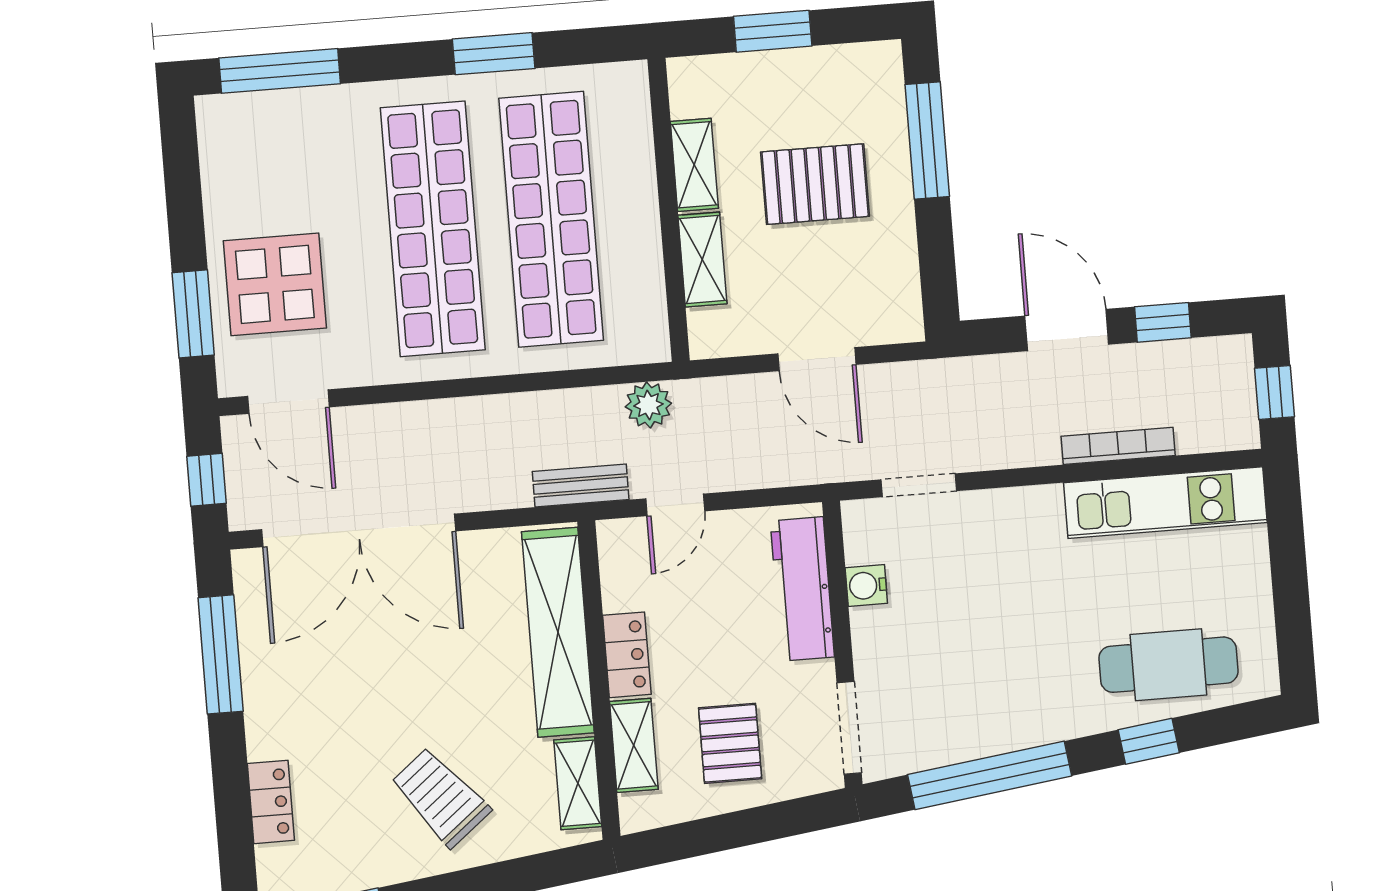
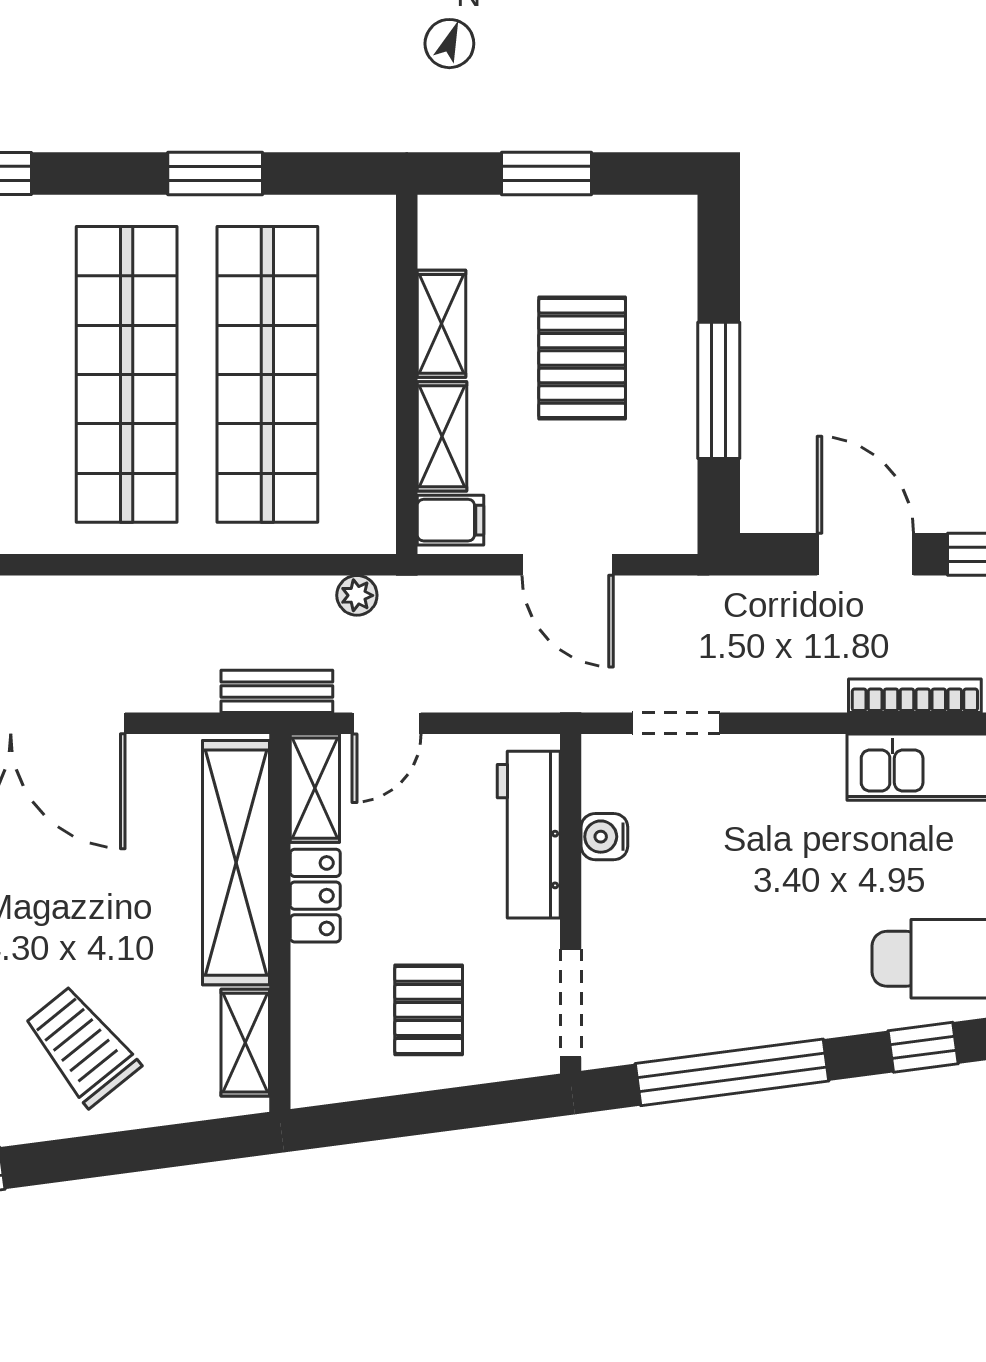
window: (927, 141) -> (719, 390), moved
pallet: (815, 184) -> (582, 358), turned 90
filing cabinet: (715, 329) -> (451, 520), added
plant: (648, 405) -> (357, 595), width x0.73, depth x0.73
shelving: (634, 745) -> (315, 788), moved

